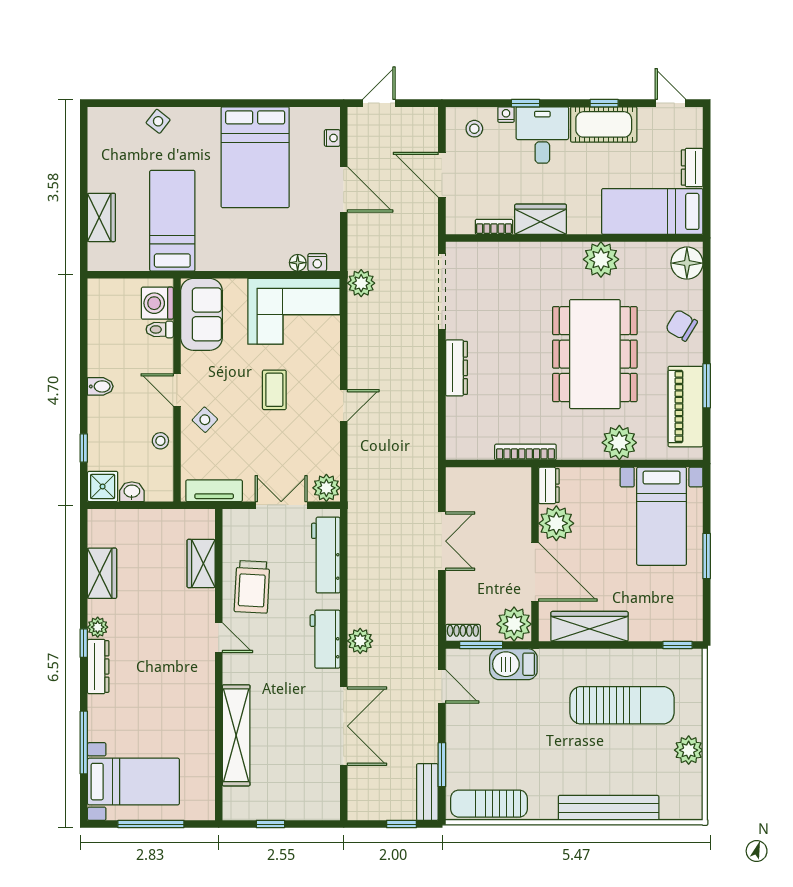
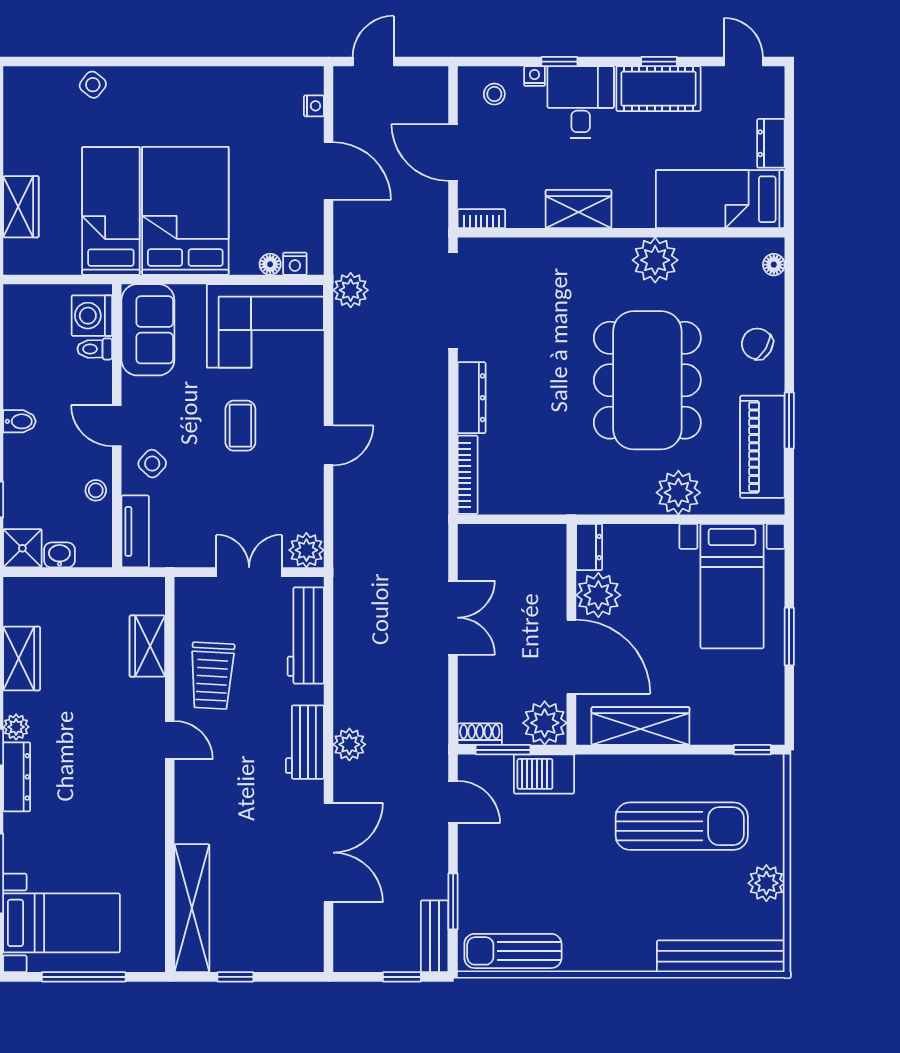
bed: (255, 157) -> (185, 211), moved, turned 180
bookcase: (494, 227) -> (481, 219), moved
floor lamp: (687, 263) -> (774, 265), width x0.53, depth x0.53
bookcase: (525, 452) -> (468, 475), moved, turned 90
tv unit: (214, 491) -> (135, 531), moved, turned 90
shelving: (236, 735) -> (192, 908), moved
bench: (609, 808) -> (721, 956), moved

